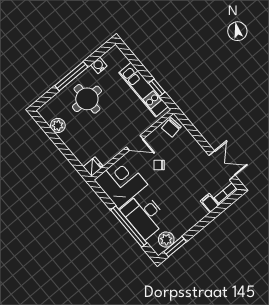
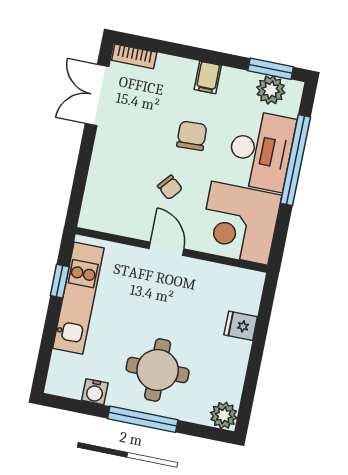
plant: (58, 125) -> (224, 415), moved
chair: (171, 127) -> (192, 136), moved, turned -83
fridge: (93, 167) -> (241, 326), moved
filing cabinet: (210, 203) -> (208, 77), moved

